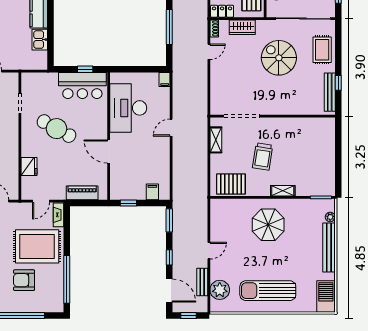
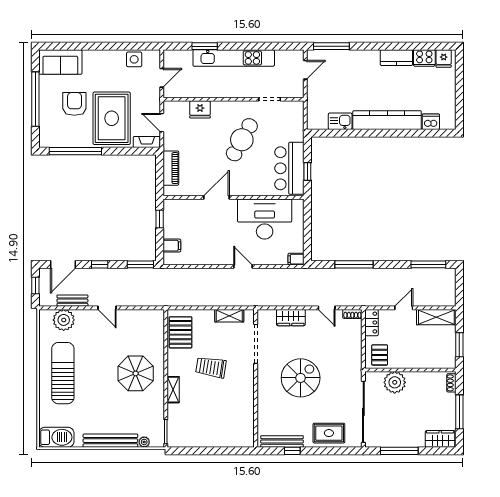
wardrobe: (242, 27) -> (291, 318), moved, turned -90
spiral stairs: (279, 58) -> (301, 378), moved

